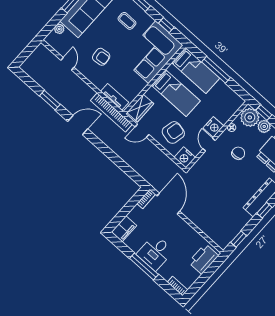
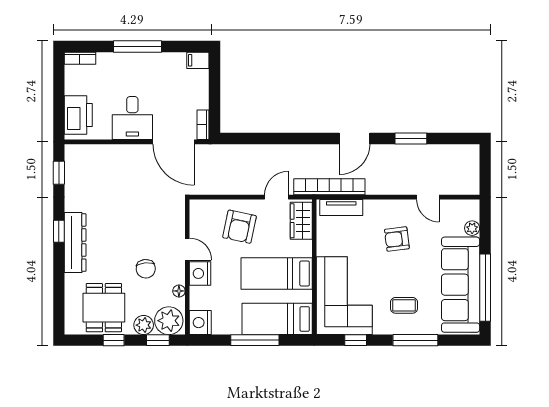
nightstand: (185, 157) -> (200, 323), moved, turned -90
filing cabinet: (124, 229) -> (198, 60), width x0.50
desk: (155, 252) -> (132, 118), moved, turned 180

